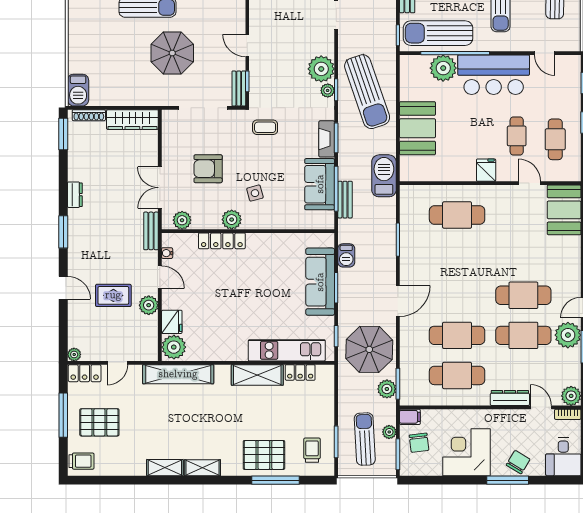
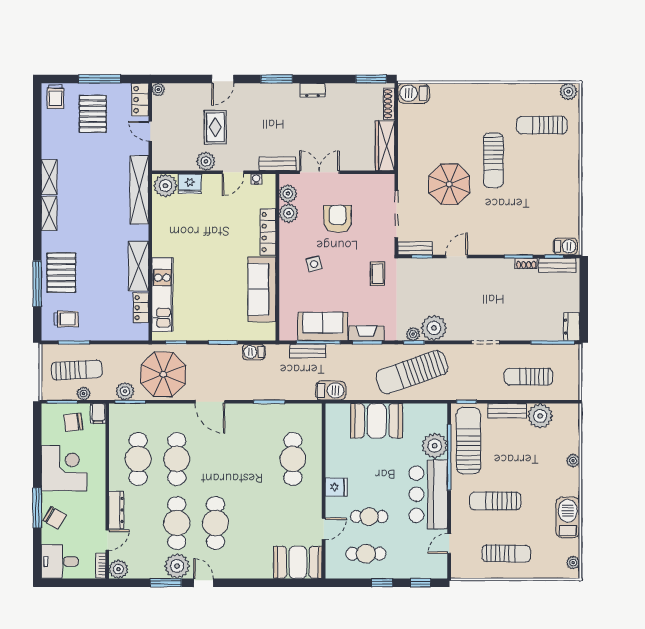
barbecue: (384, 176) -> (331, 390), width x0.73, depth x0.83
plant: (232, 220) -> (289, 213), moved
sofa: (320, 282) -> (262, 289), moved, turned -90

